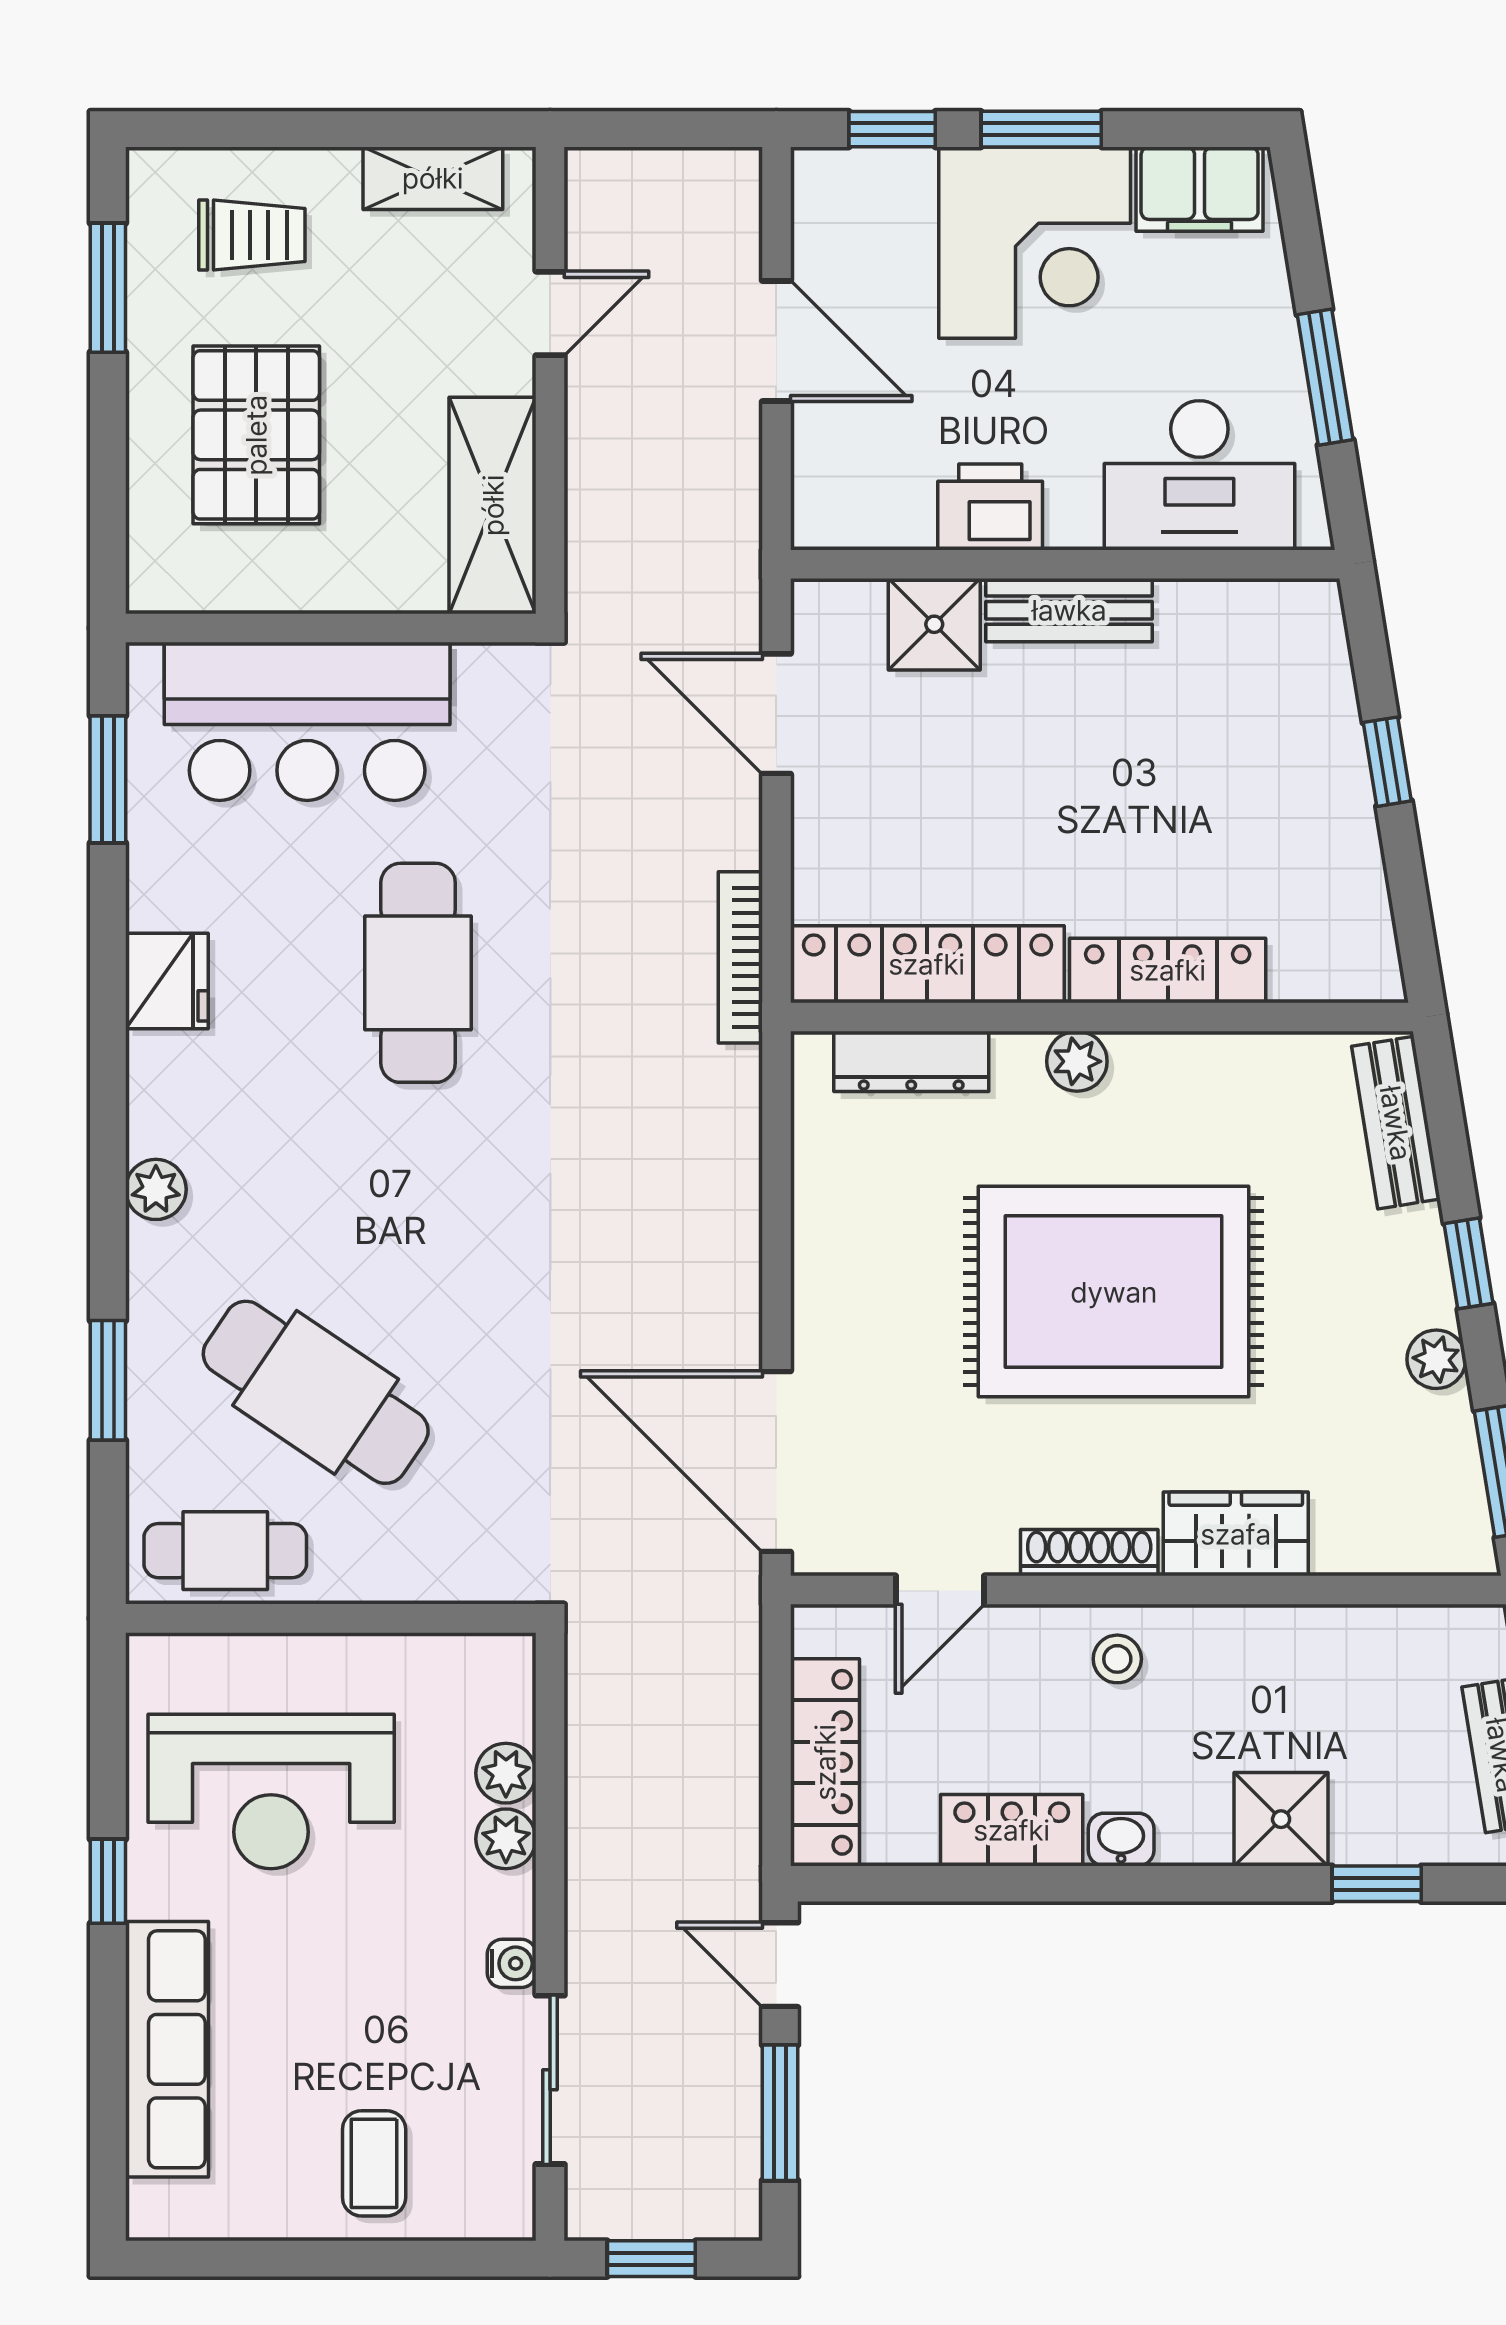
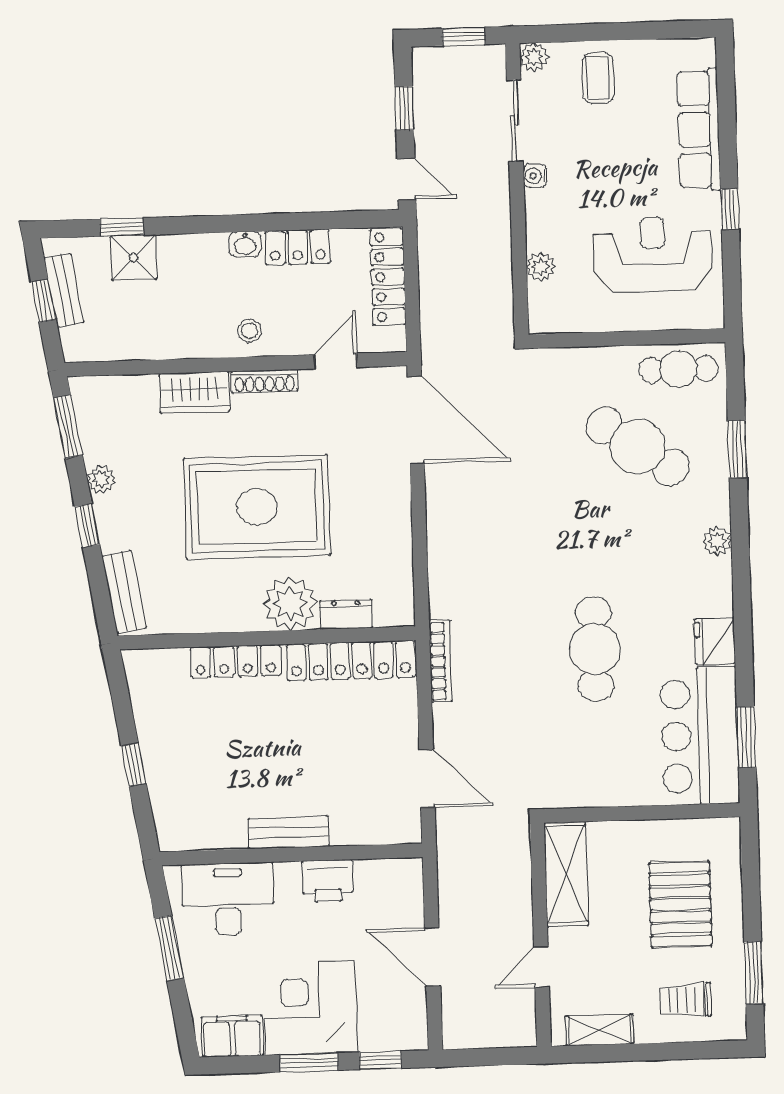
shower: (934, 624) -> (353, 824), removed
bar counter: (307, 721) -> (700, 736), moved, turned -90
dresser: (911, 1061) -> (346, 614), width x0.70
plant: (1077, 1061) -> (290, 604), width x1.87, depth x1.87
shower: (1281, 1819) -> (134, 258), moved
plant: (506, 1839) -> (534, 57), moved
window: (780, 2113) -> (404, 108), width x0.67

